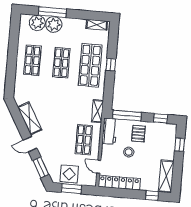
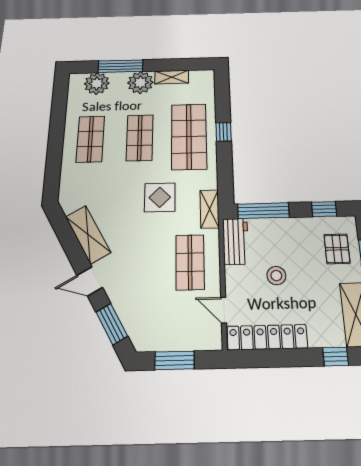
plant: (54, 24) -> (140, 83), moved
shelving: (97, 25) -> (172, 77), moved
pallet: (138, 134) -> (337, 249), moved
display table: (69, 174) -> (160, 197), moved

